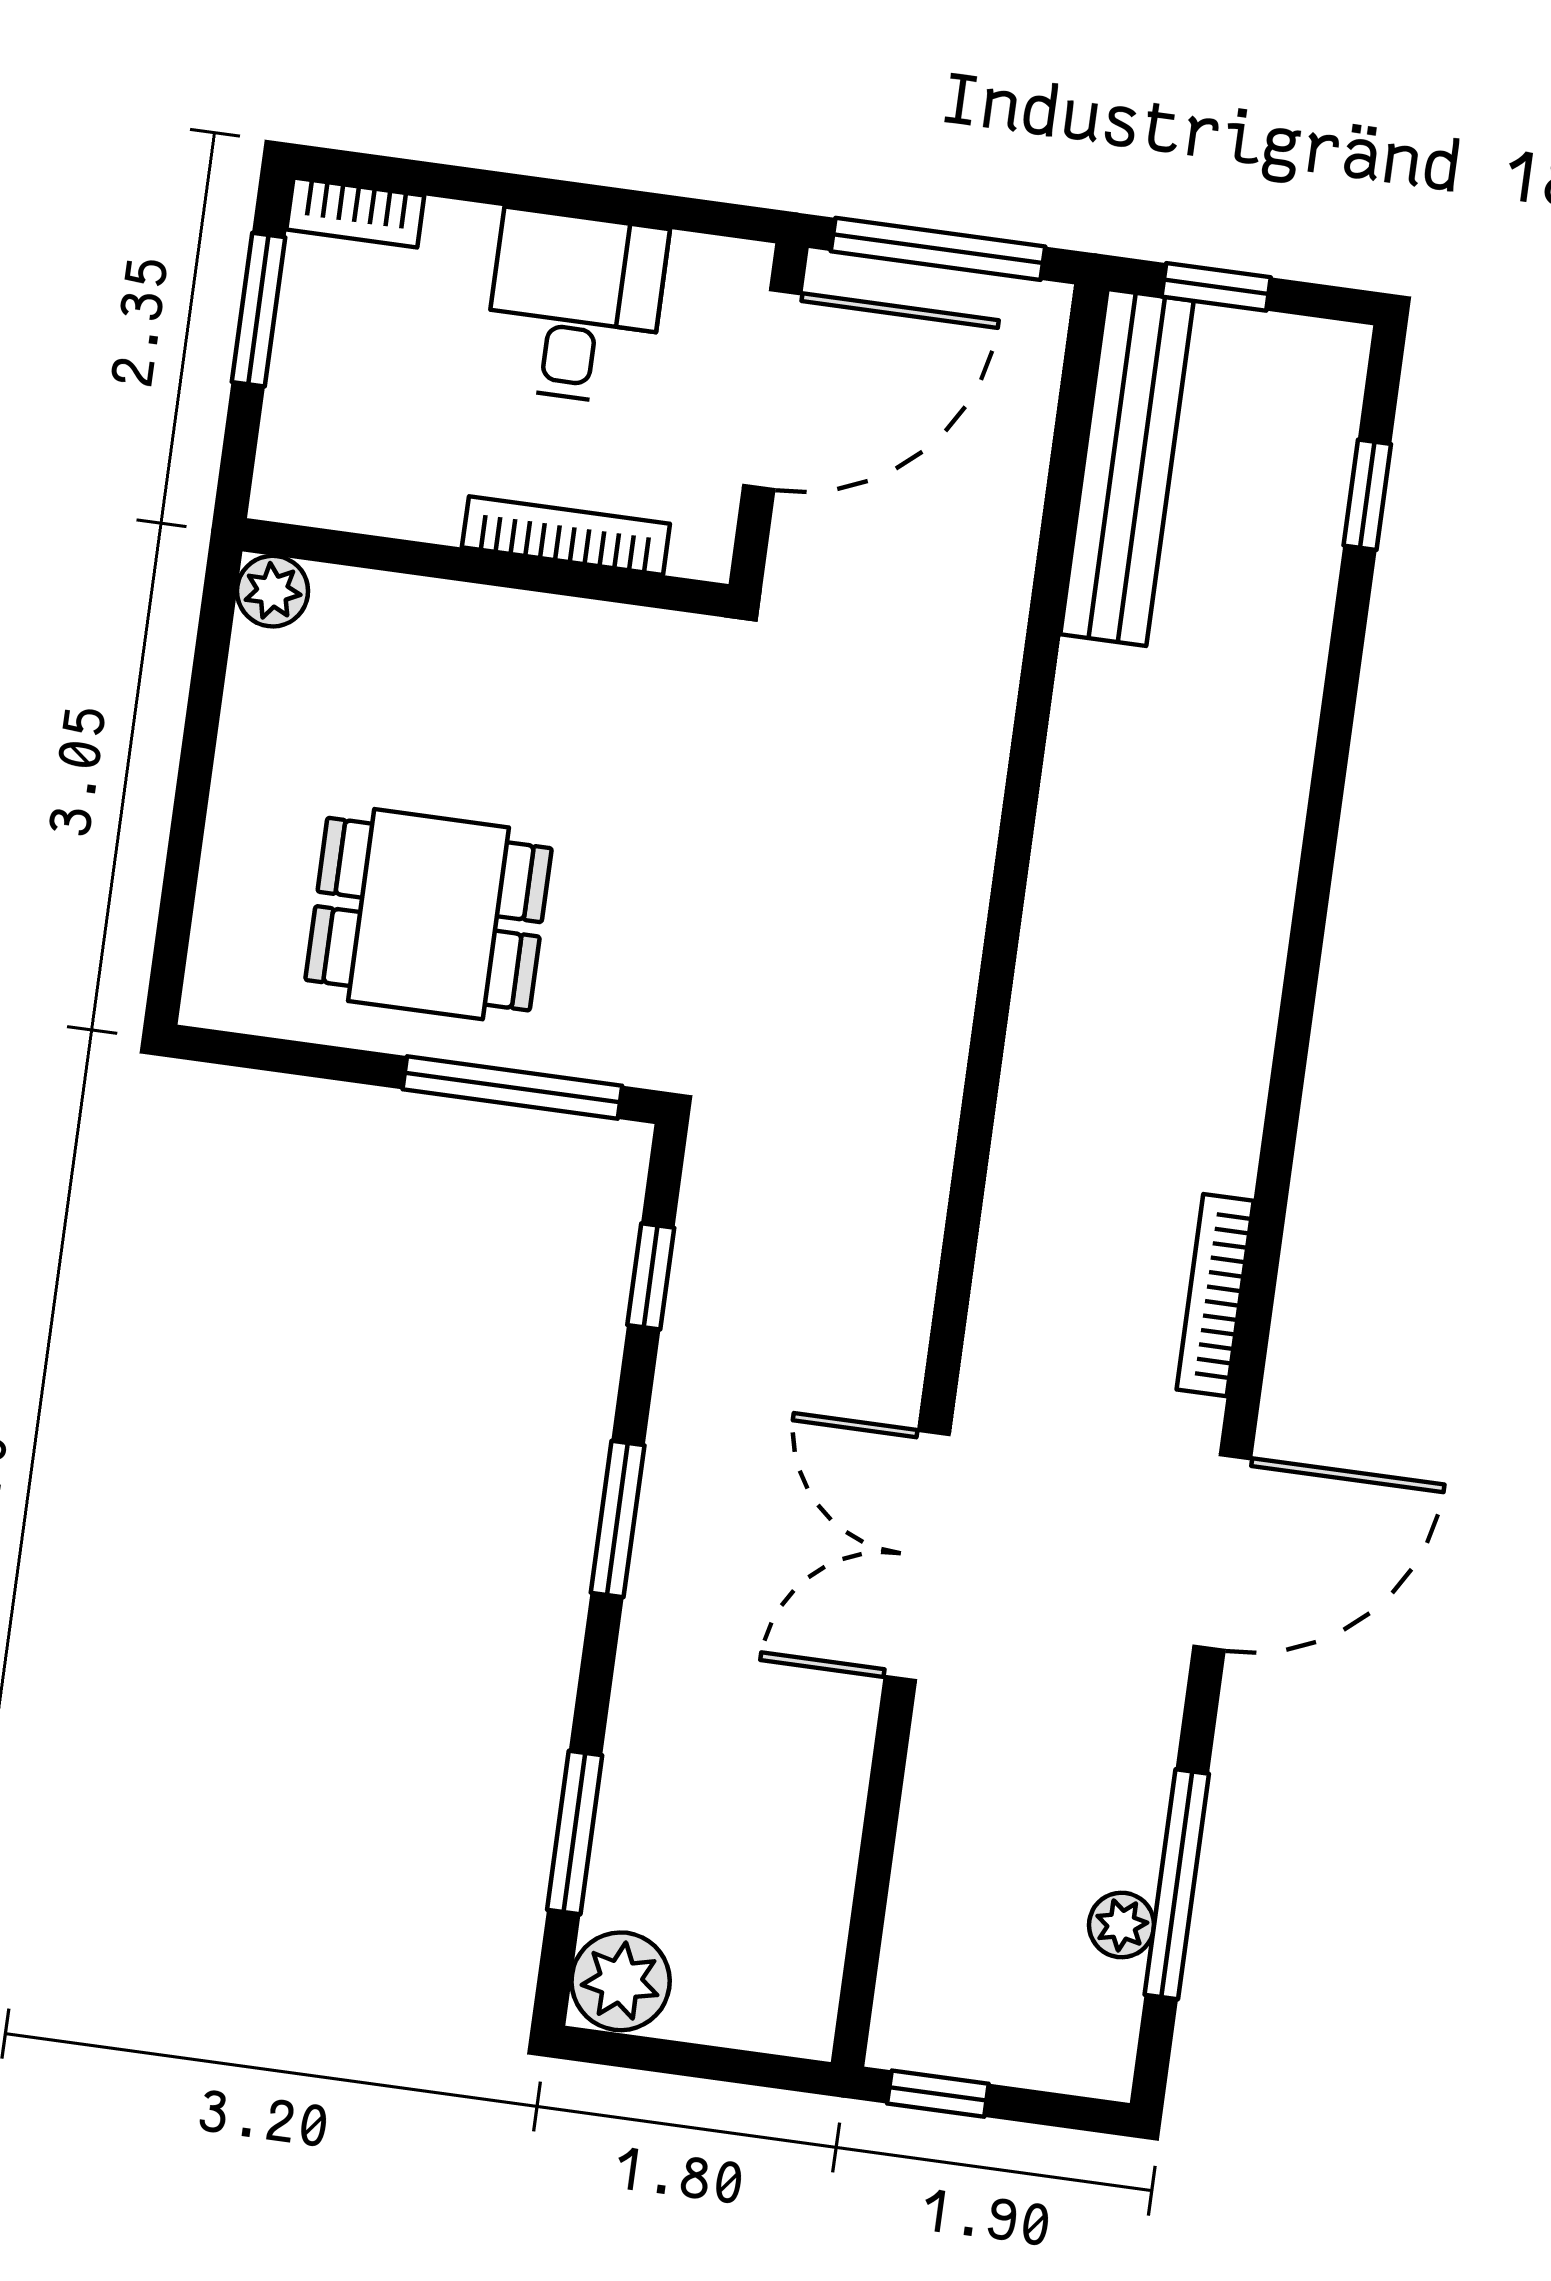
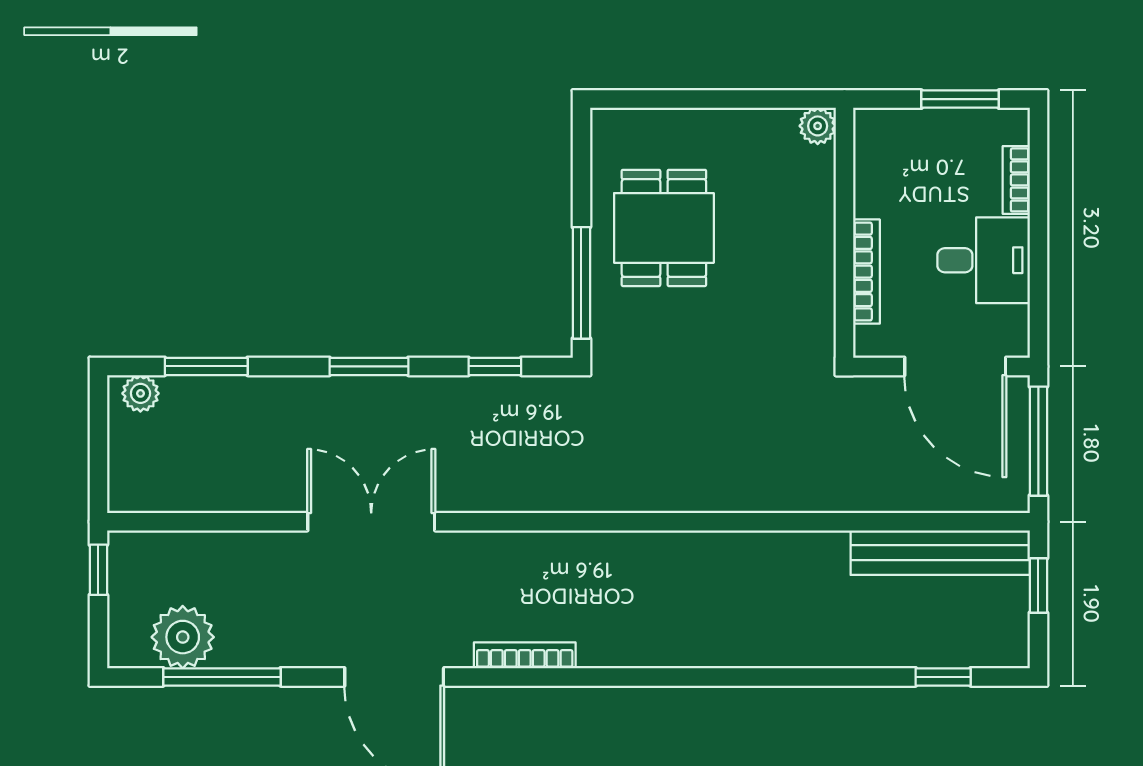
bookcase: (355, 213) -> (1016, 180), moved
plant: (1122, 1925) -> (183, 637), width x1.88, depth x1.88
plant: (621, 1981) -> (140, 393), width x0.73, depth x0.73

